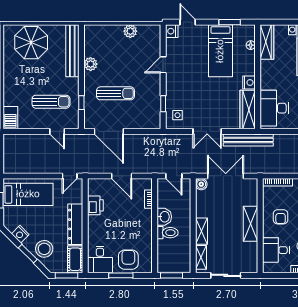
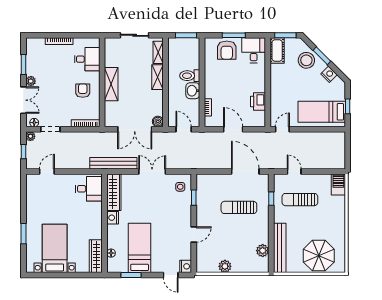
plant: (91, 64) -> (263, 251), moved
desk: (274, 108) -> (89, 189), width x0.73
dresser: (75, 224) -> (277, 84), removed

